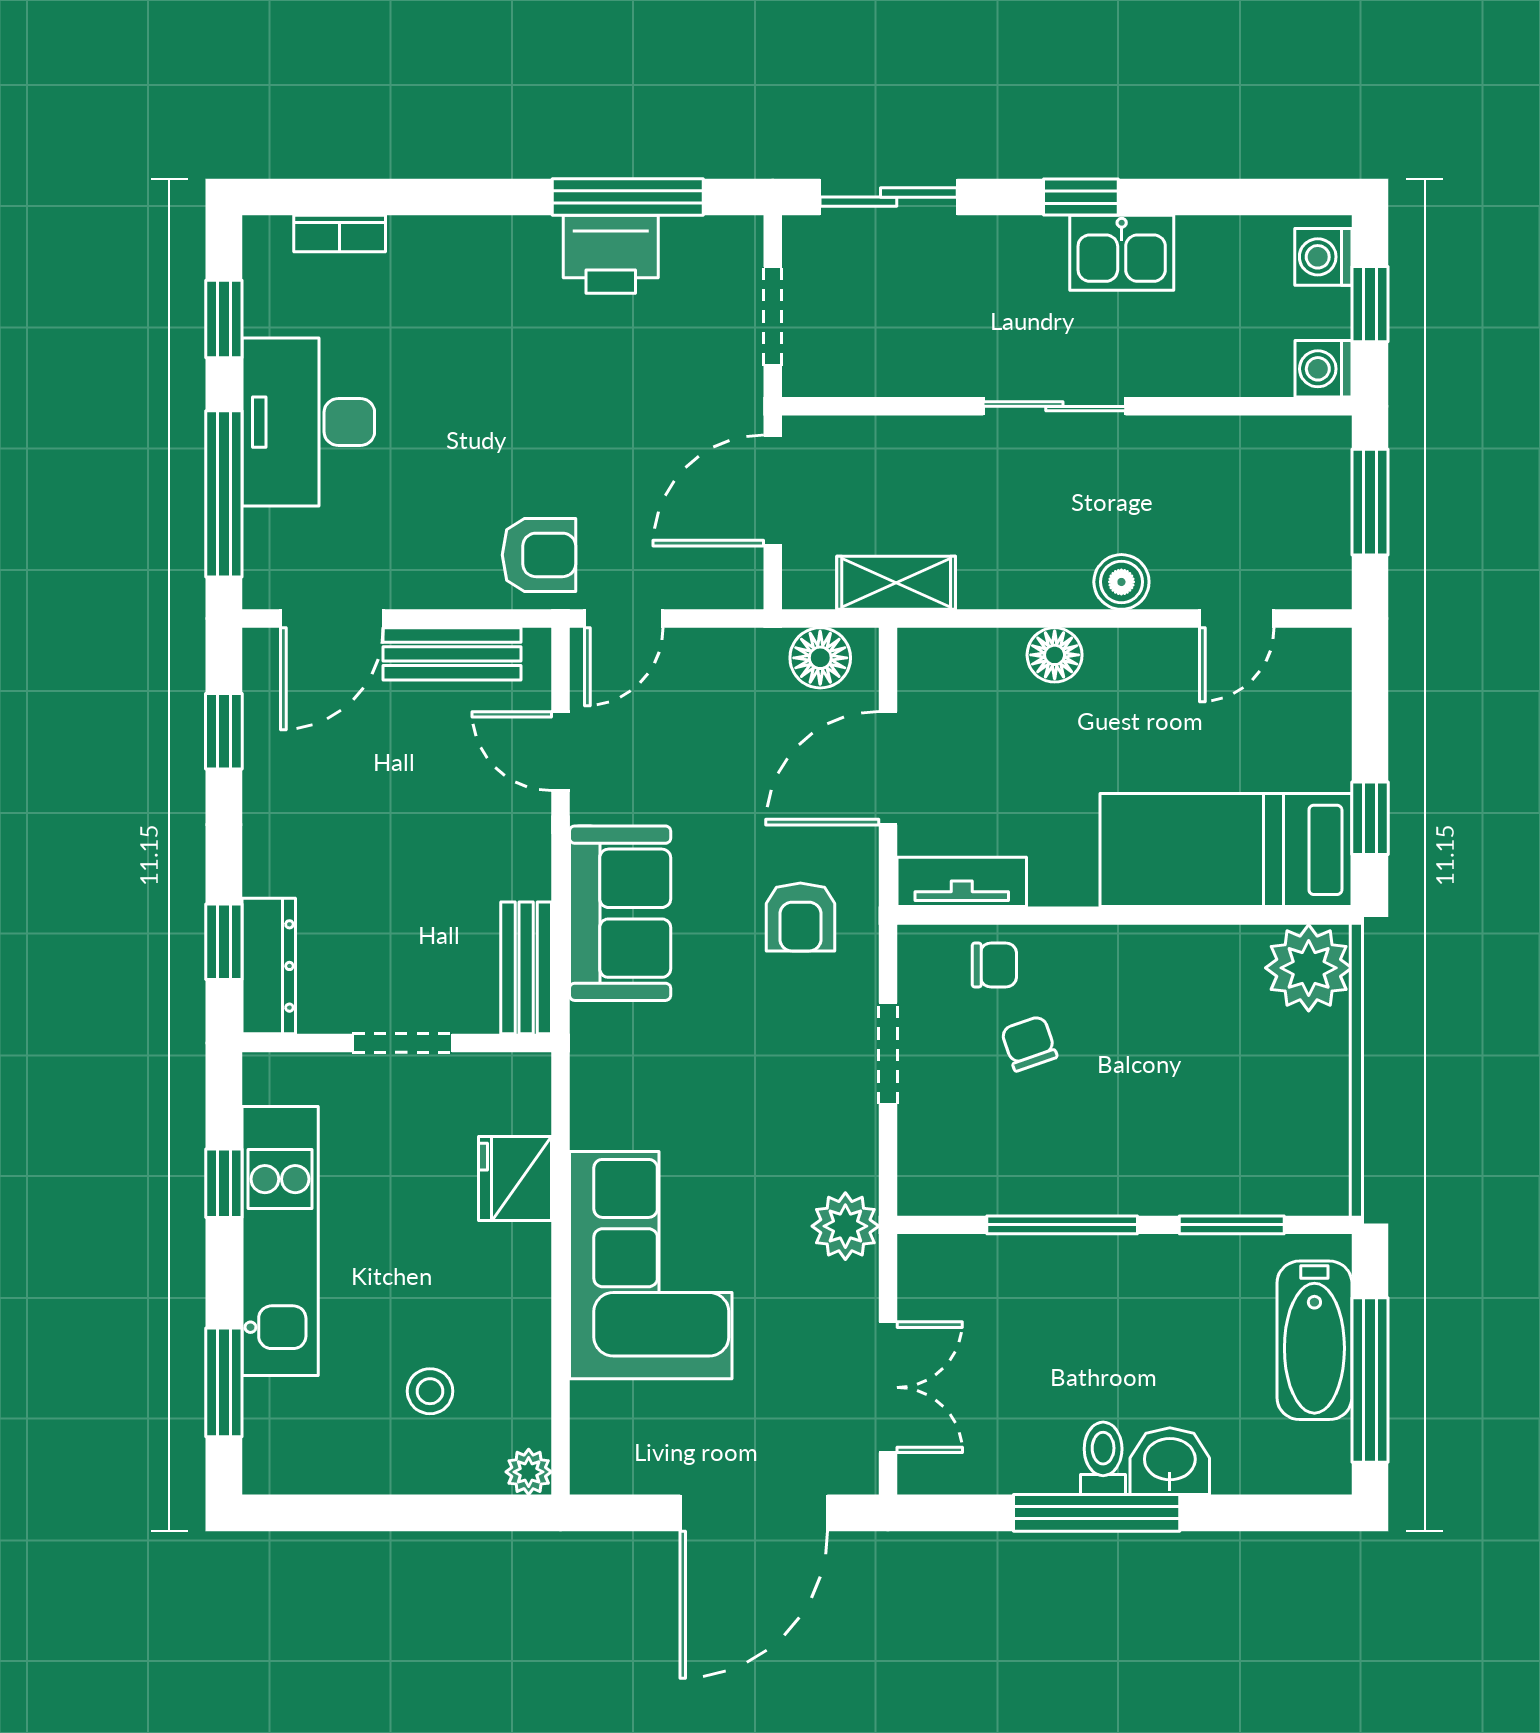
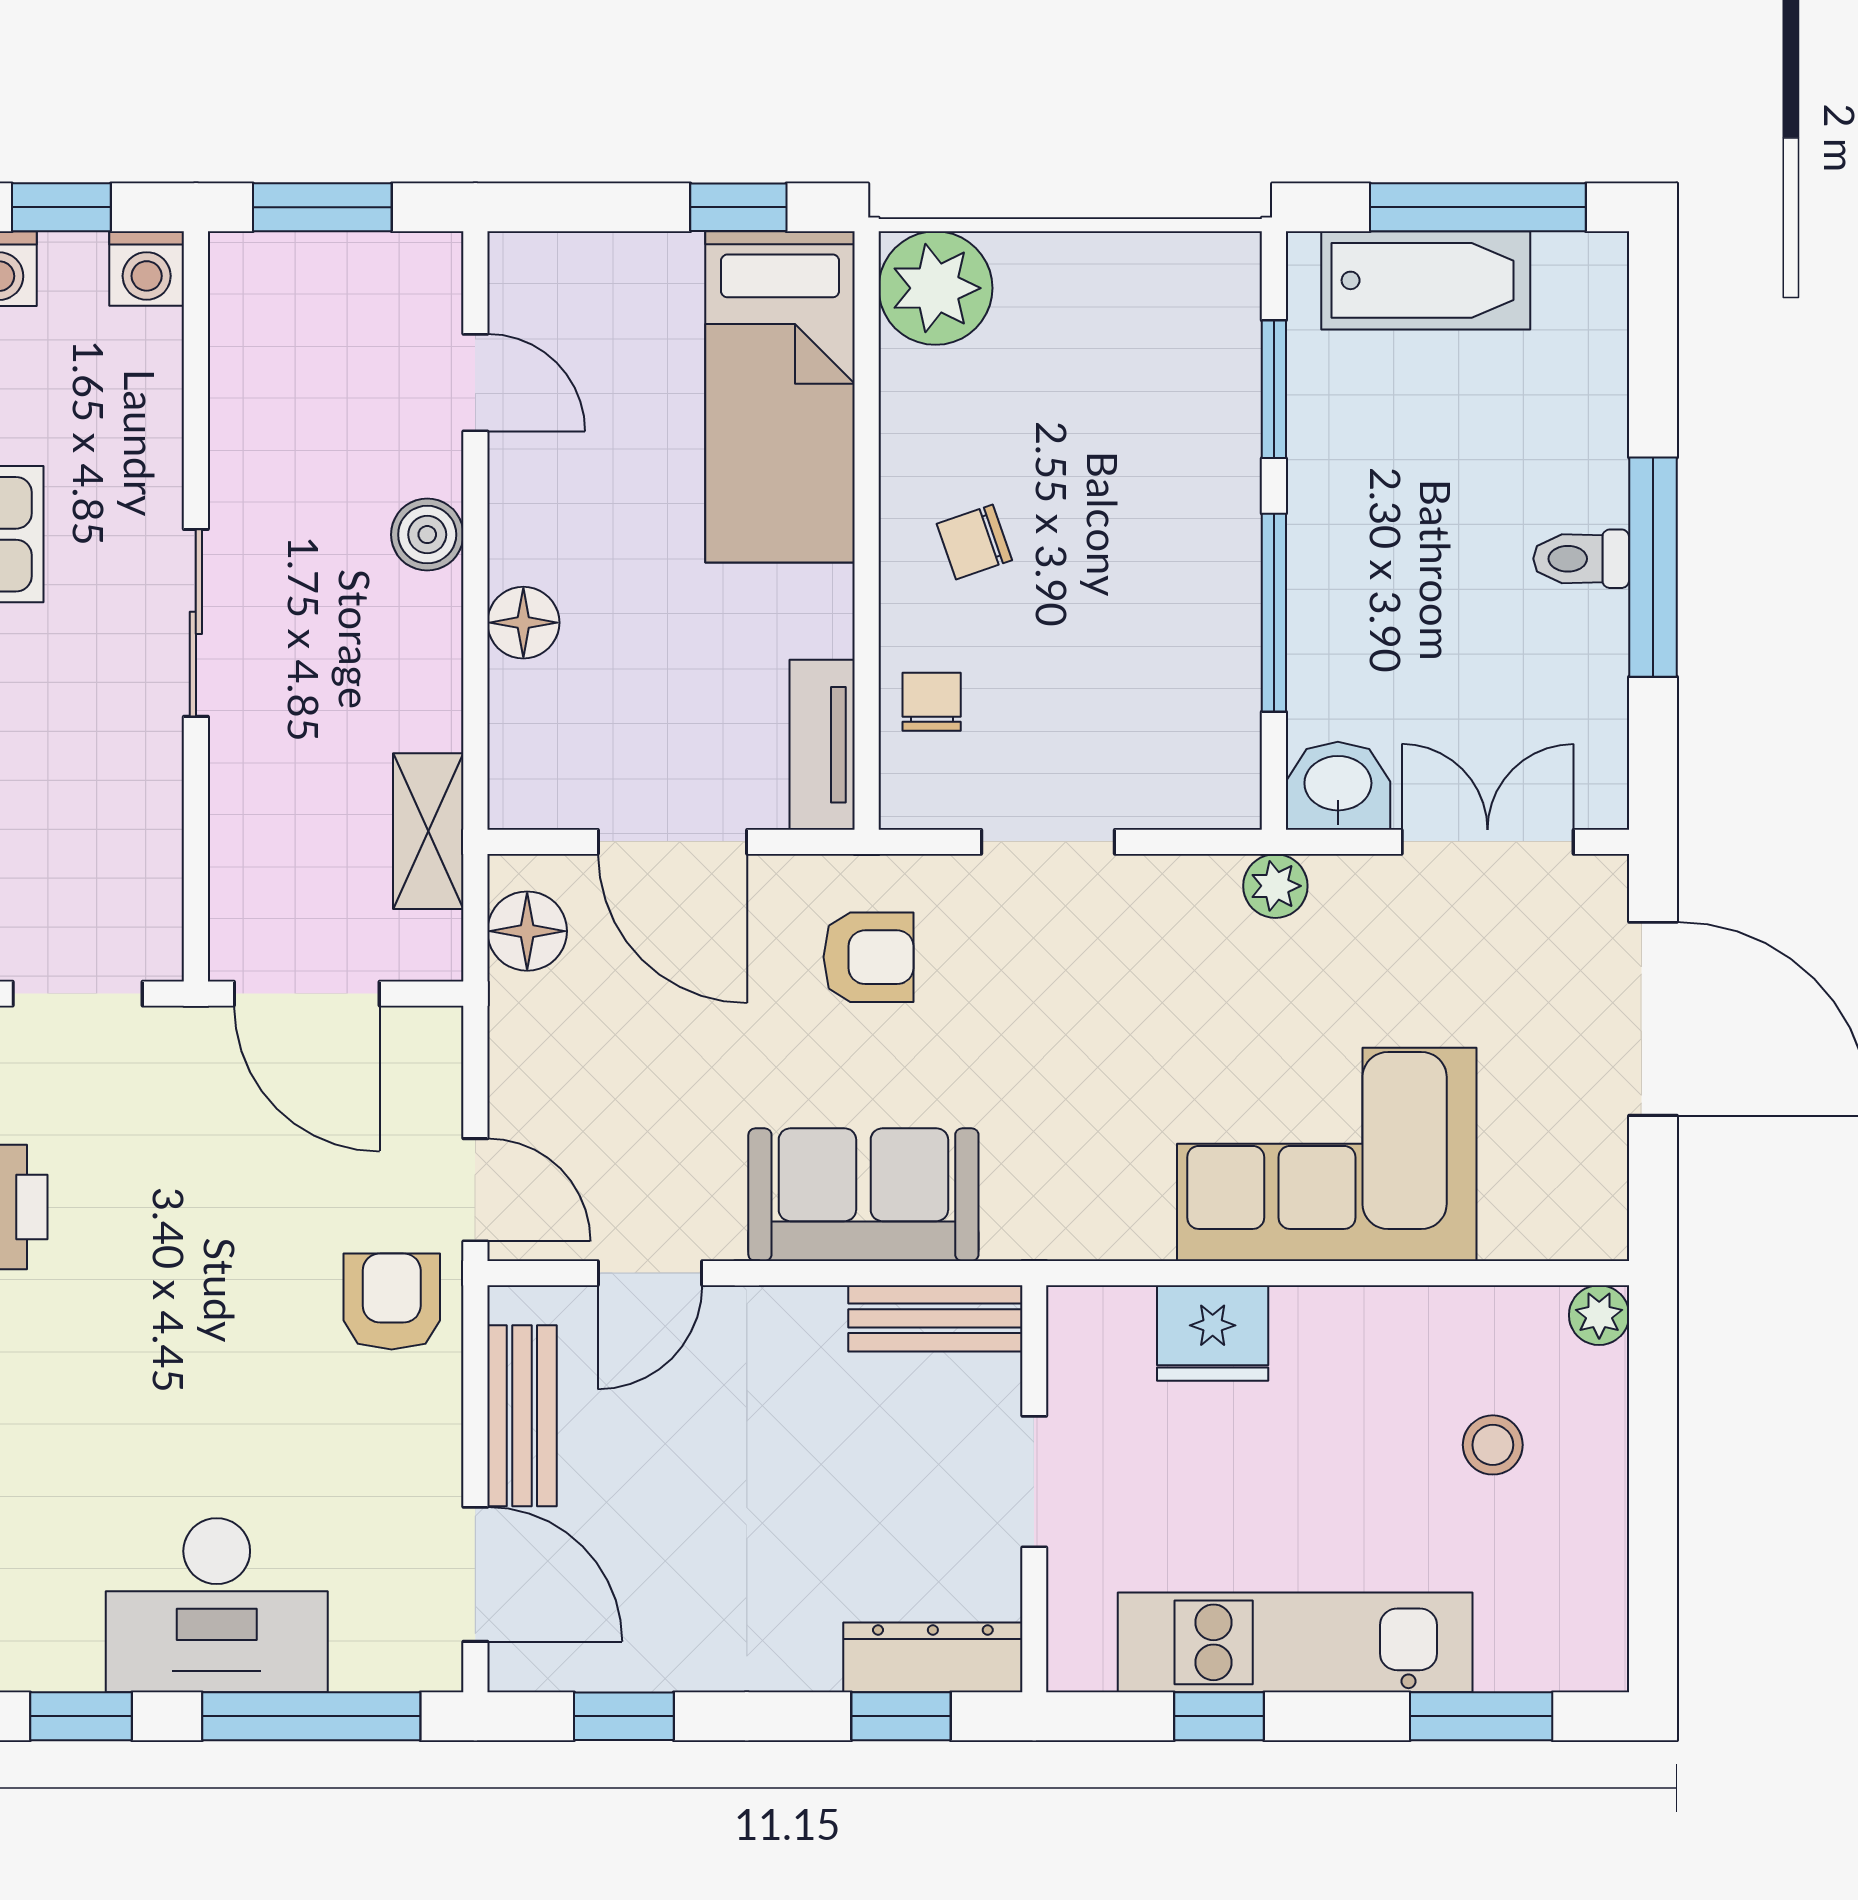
chair: (1029, 1043) -> (974, 542), moved
plant: (845, 1226) -> (1275, 886), width x0.73, depth x0.73
washbasin: (1170, 1461) -> (1338, 786), moved, turned 90

